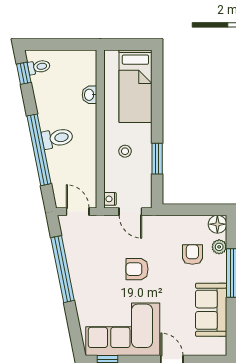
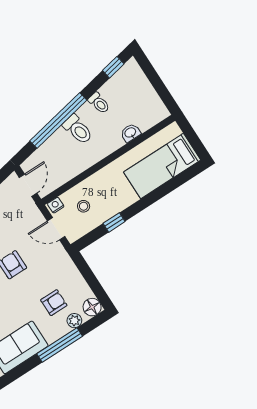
toilet: (39, 67) -> (99, 103), moved
stool: (125, 151) -> (84, 206), moved
window: (157, 159) -> (114, 222), width x0.67
door: (130, 212) -> (56, 229), hinge flipped

